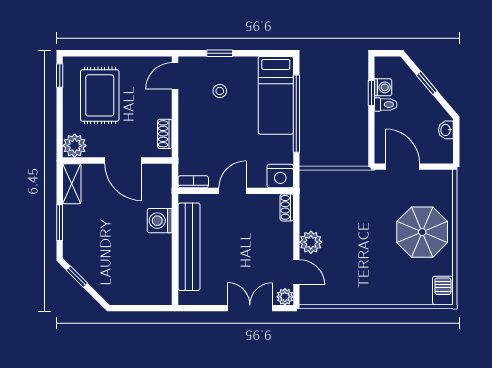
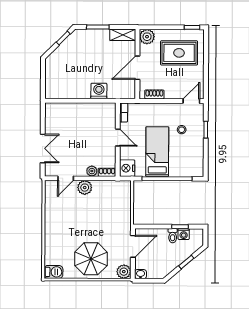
door: (175, 76) -> (191, 101), hinge flipped
bed: (276, 95) -> (157, 152), moved, turned 90
washbasin: (446, 130) -> (141, 274), moved
plant: (442, 181) -> (124, 272), added
bench: (189, 247) -> (82, 110), removed
plant: (285, 297) -> (92, 171), moved

